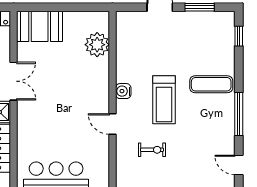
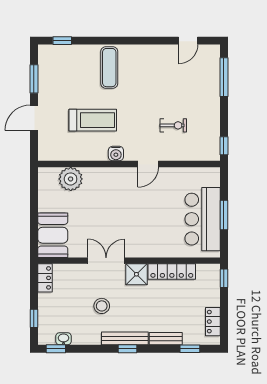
treadmill: (164, 100) -> (93, 120), moved
window: (239, 114) -> (138, 41), removed
exercise bike: (152, 150) -> (173, 125), turned 90

